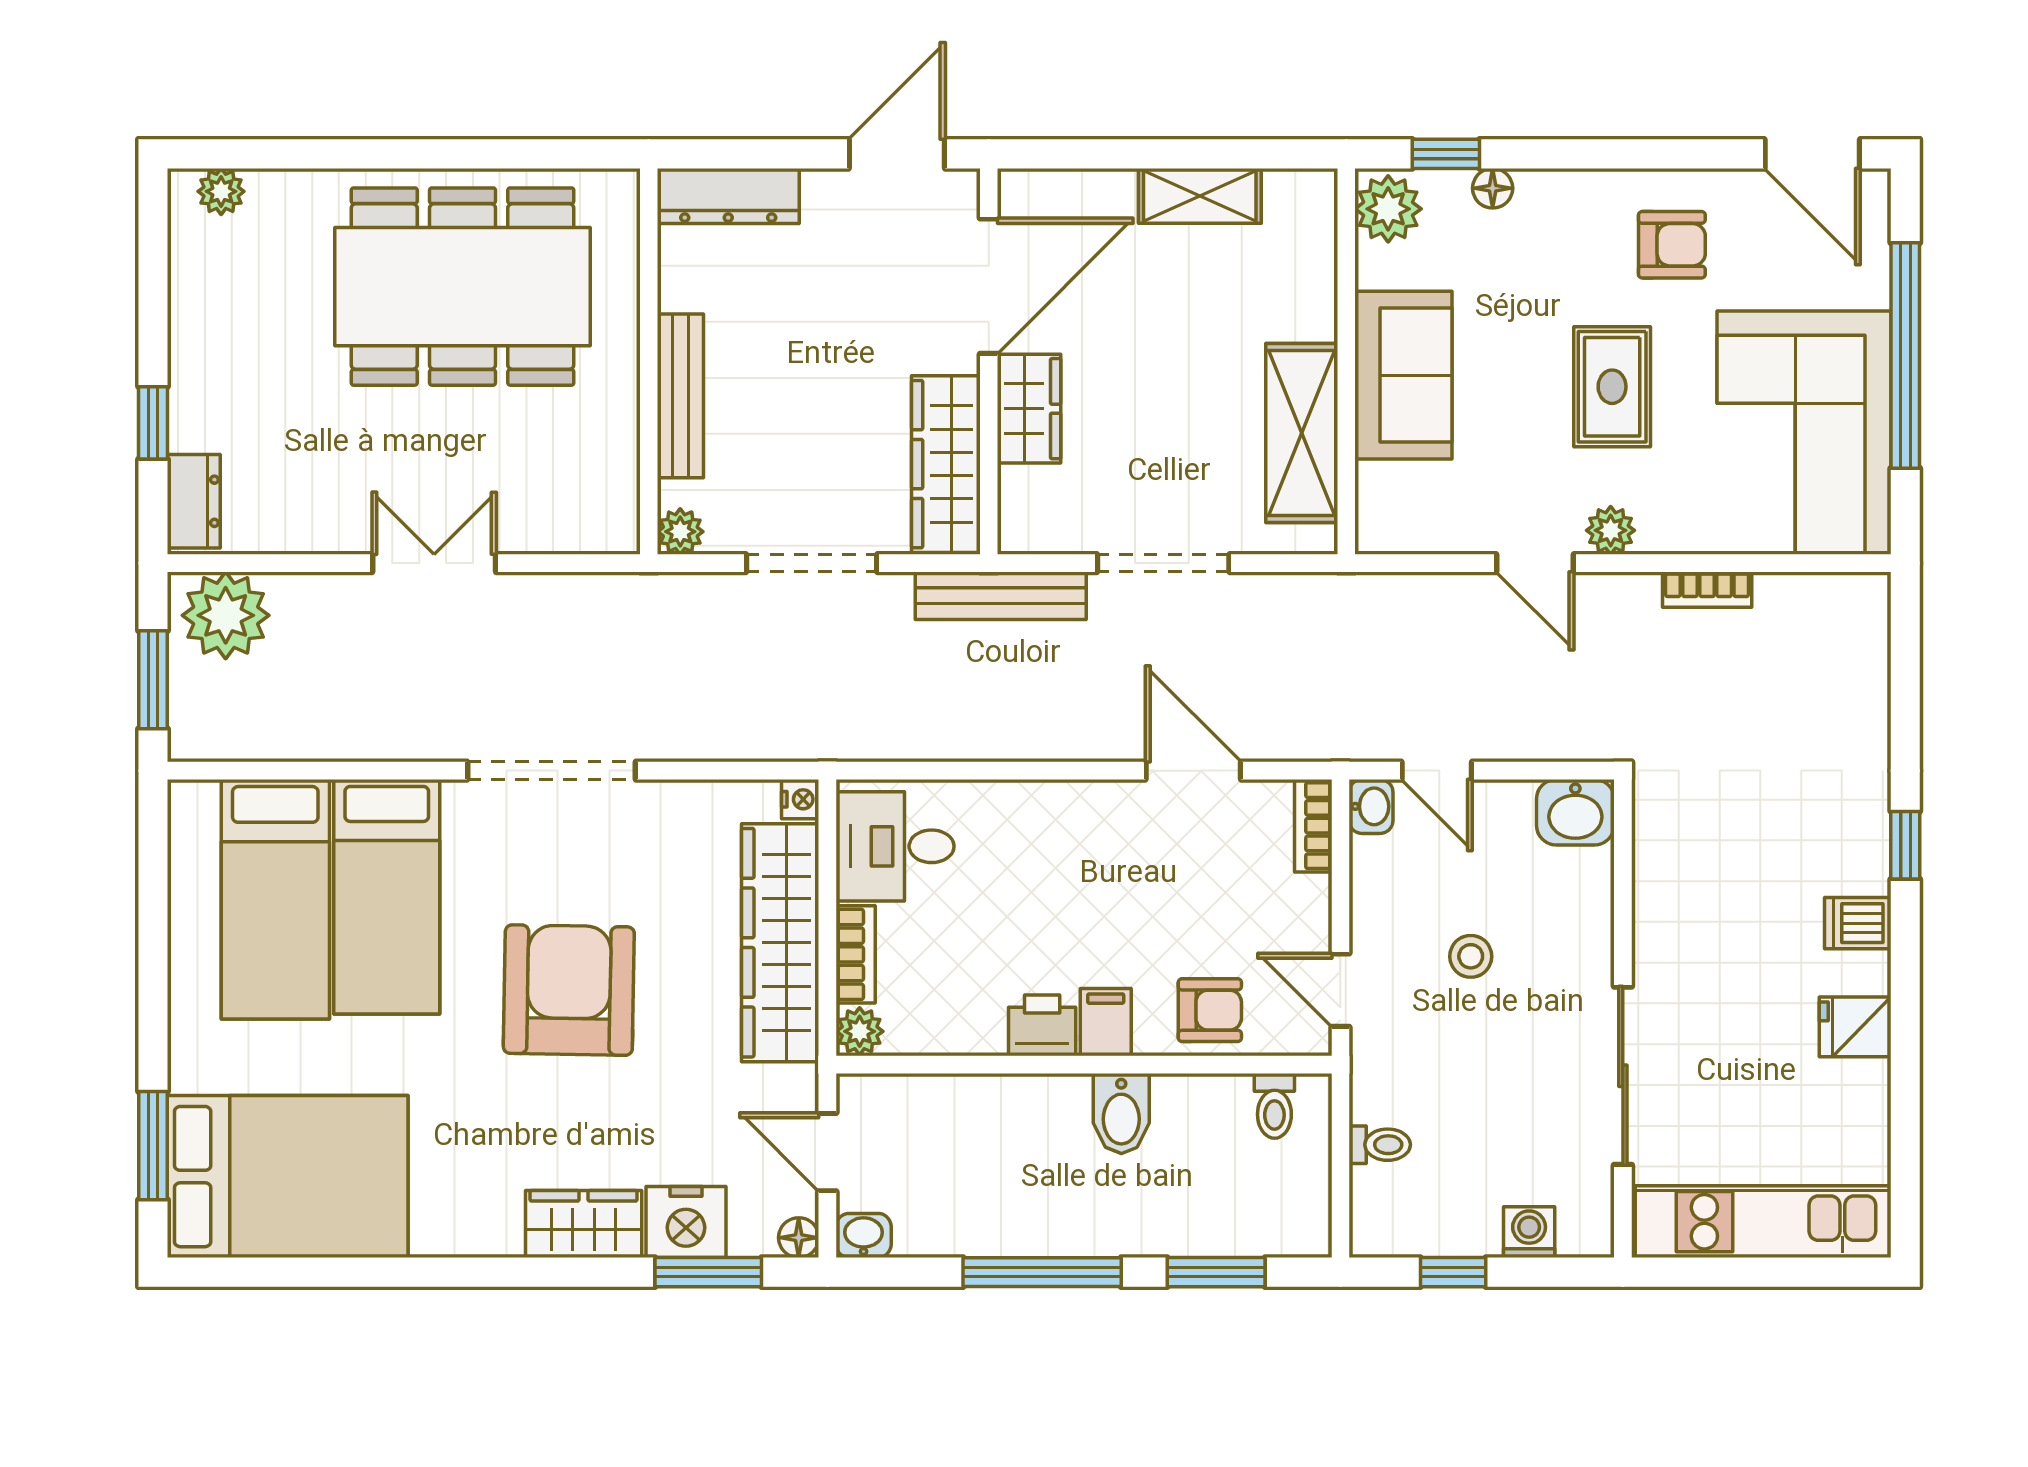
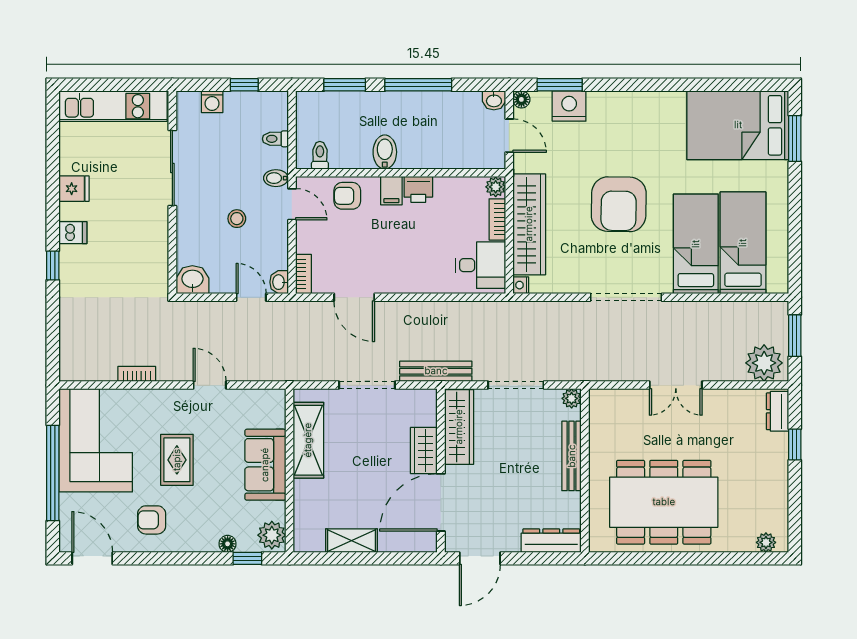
plant: (1611, 530) -> (178, 399), removed
bidet: (1378, 1052) -> (276, 178), added
wardrobe: (584, 1224) -> (612, 105), removed

